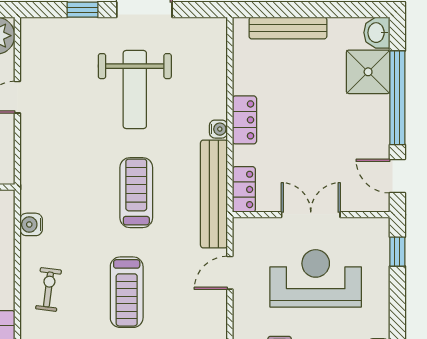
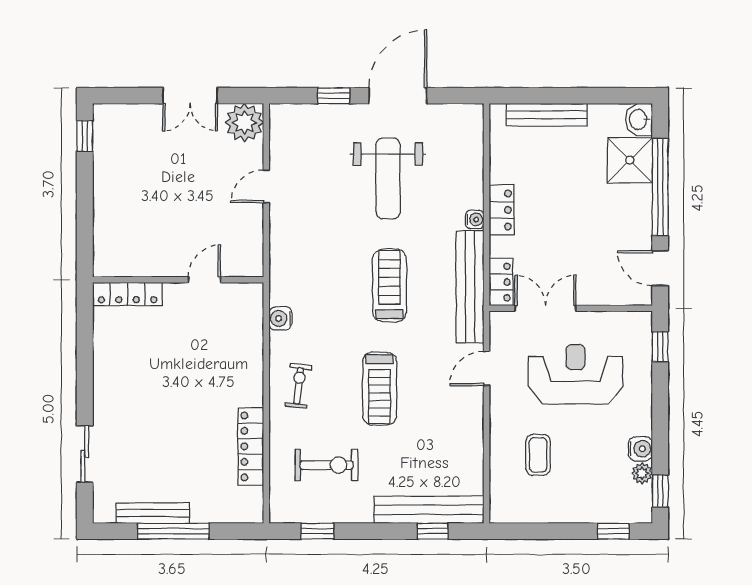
double door: (311, 215) -> (545, 308), moved

